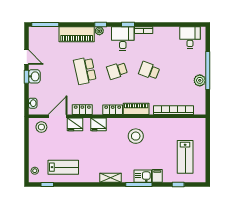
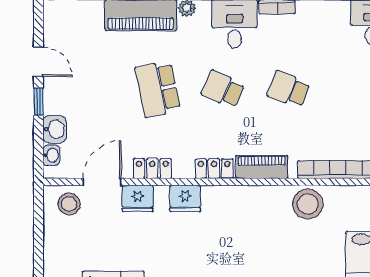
school desk: (117, 71) -> (223, 89), turned 42
washbasin: (34, 76) -> (55, 129), moved
stool: (136, 136) -> (308, 204), moved

